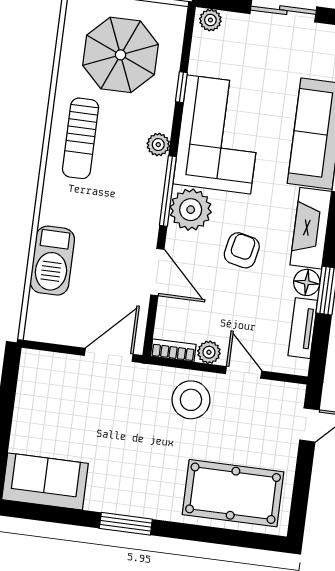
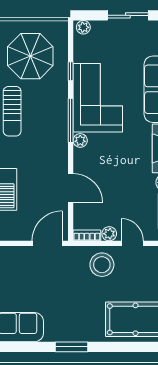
plant: (158, 145) -> (61, 109), removed
window: (168, 191) -> (71, 120), moved
plant: (191, 210) -> (80, 140), width x0.53, depth x0.53
armchair: (242, 250) -> (121, 168), removed

